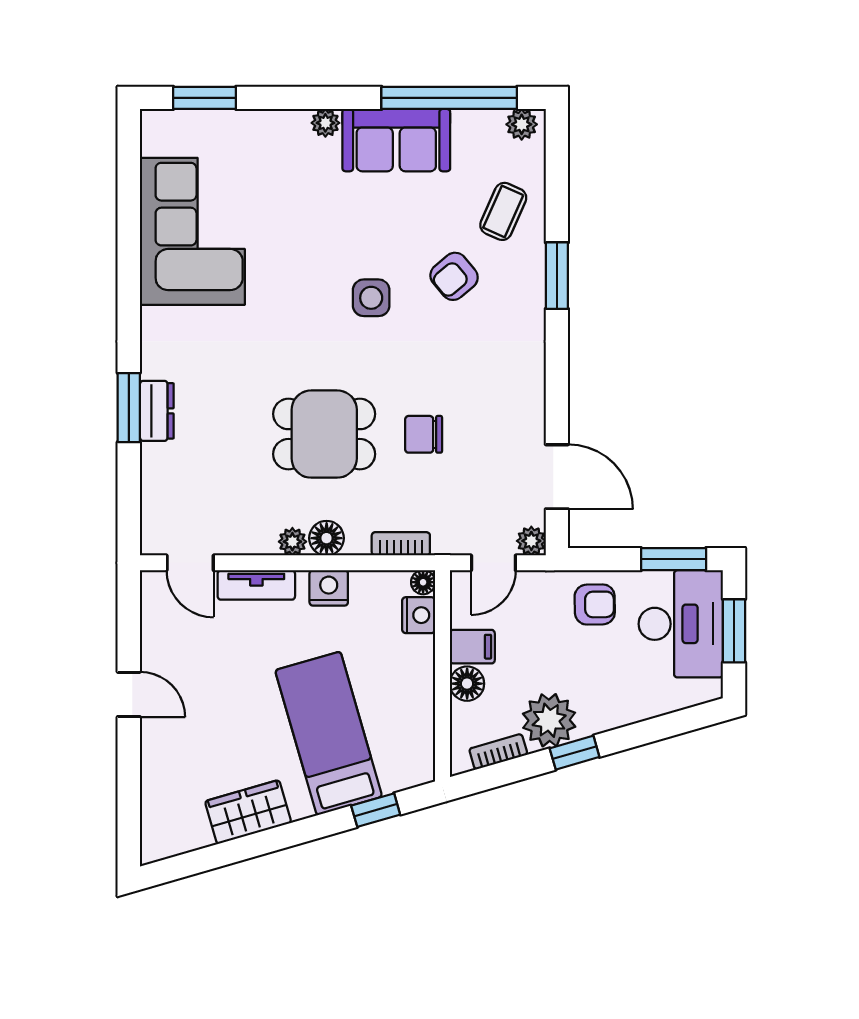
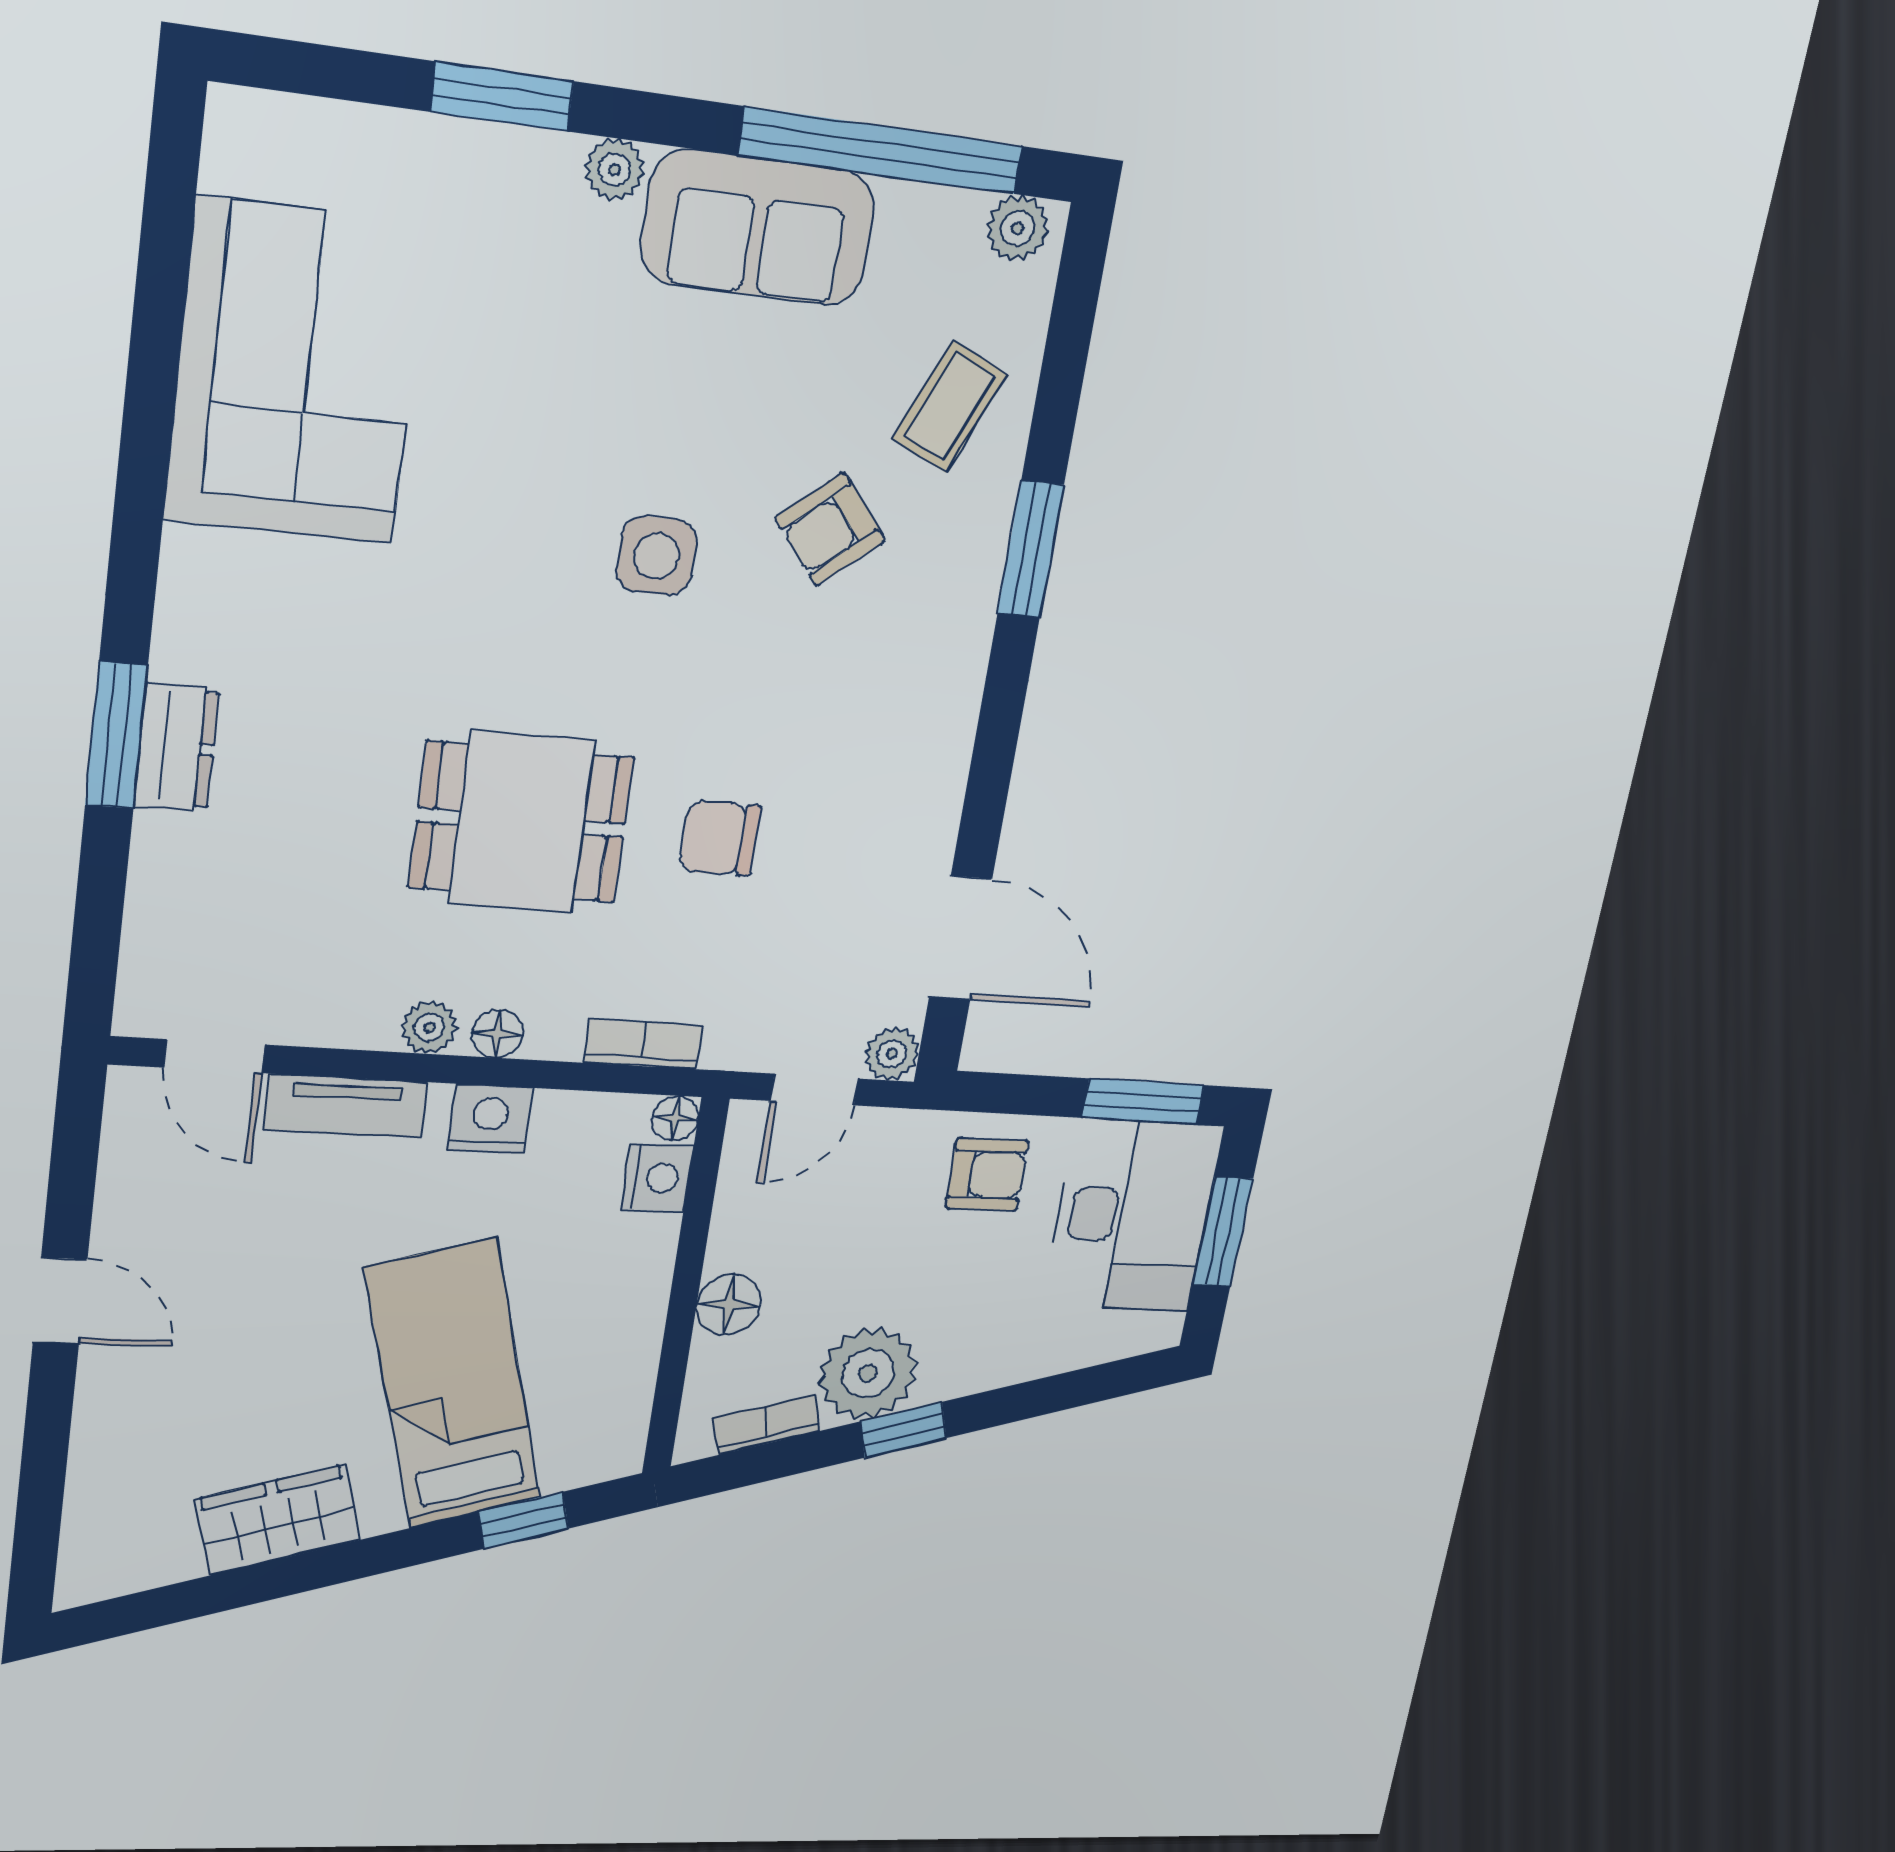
window: (205, 98) -> (502, 97), moved
floor lamp: (327, 538) -> (497, 1034), width x0.73, depth x0.73
filing cabinet: (472, 647) -> (749, 1239), removed

